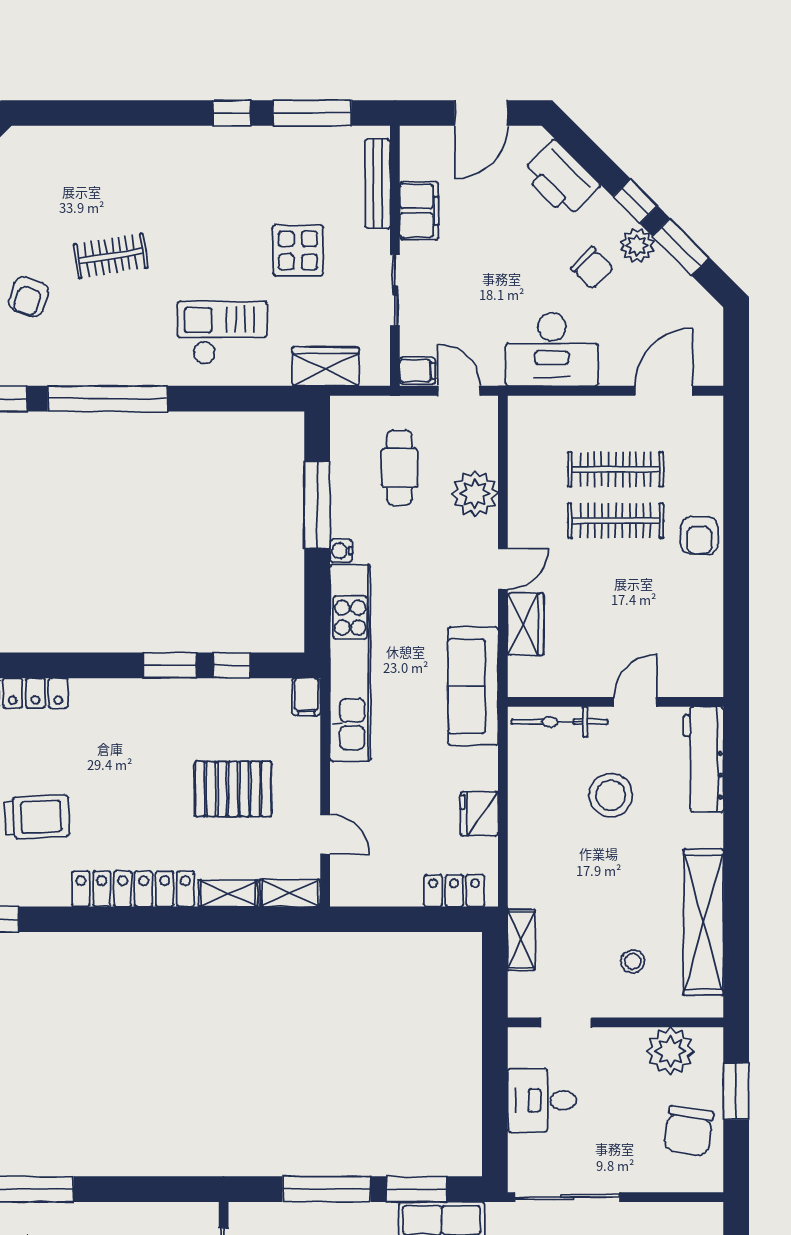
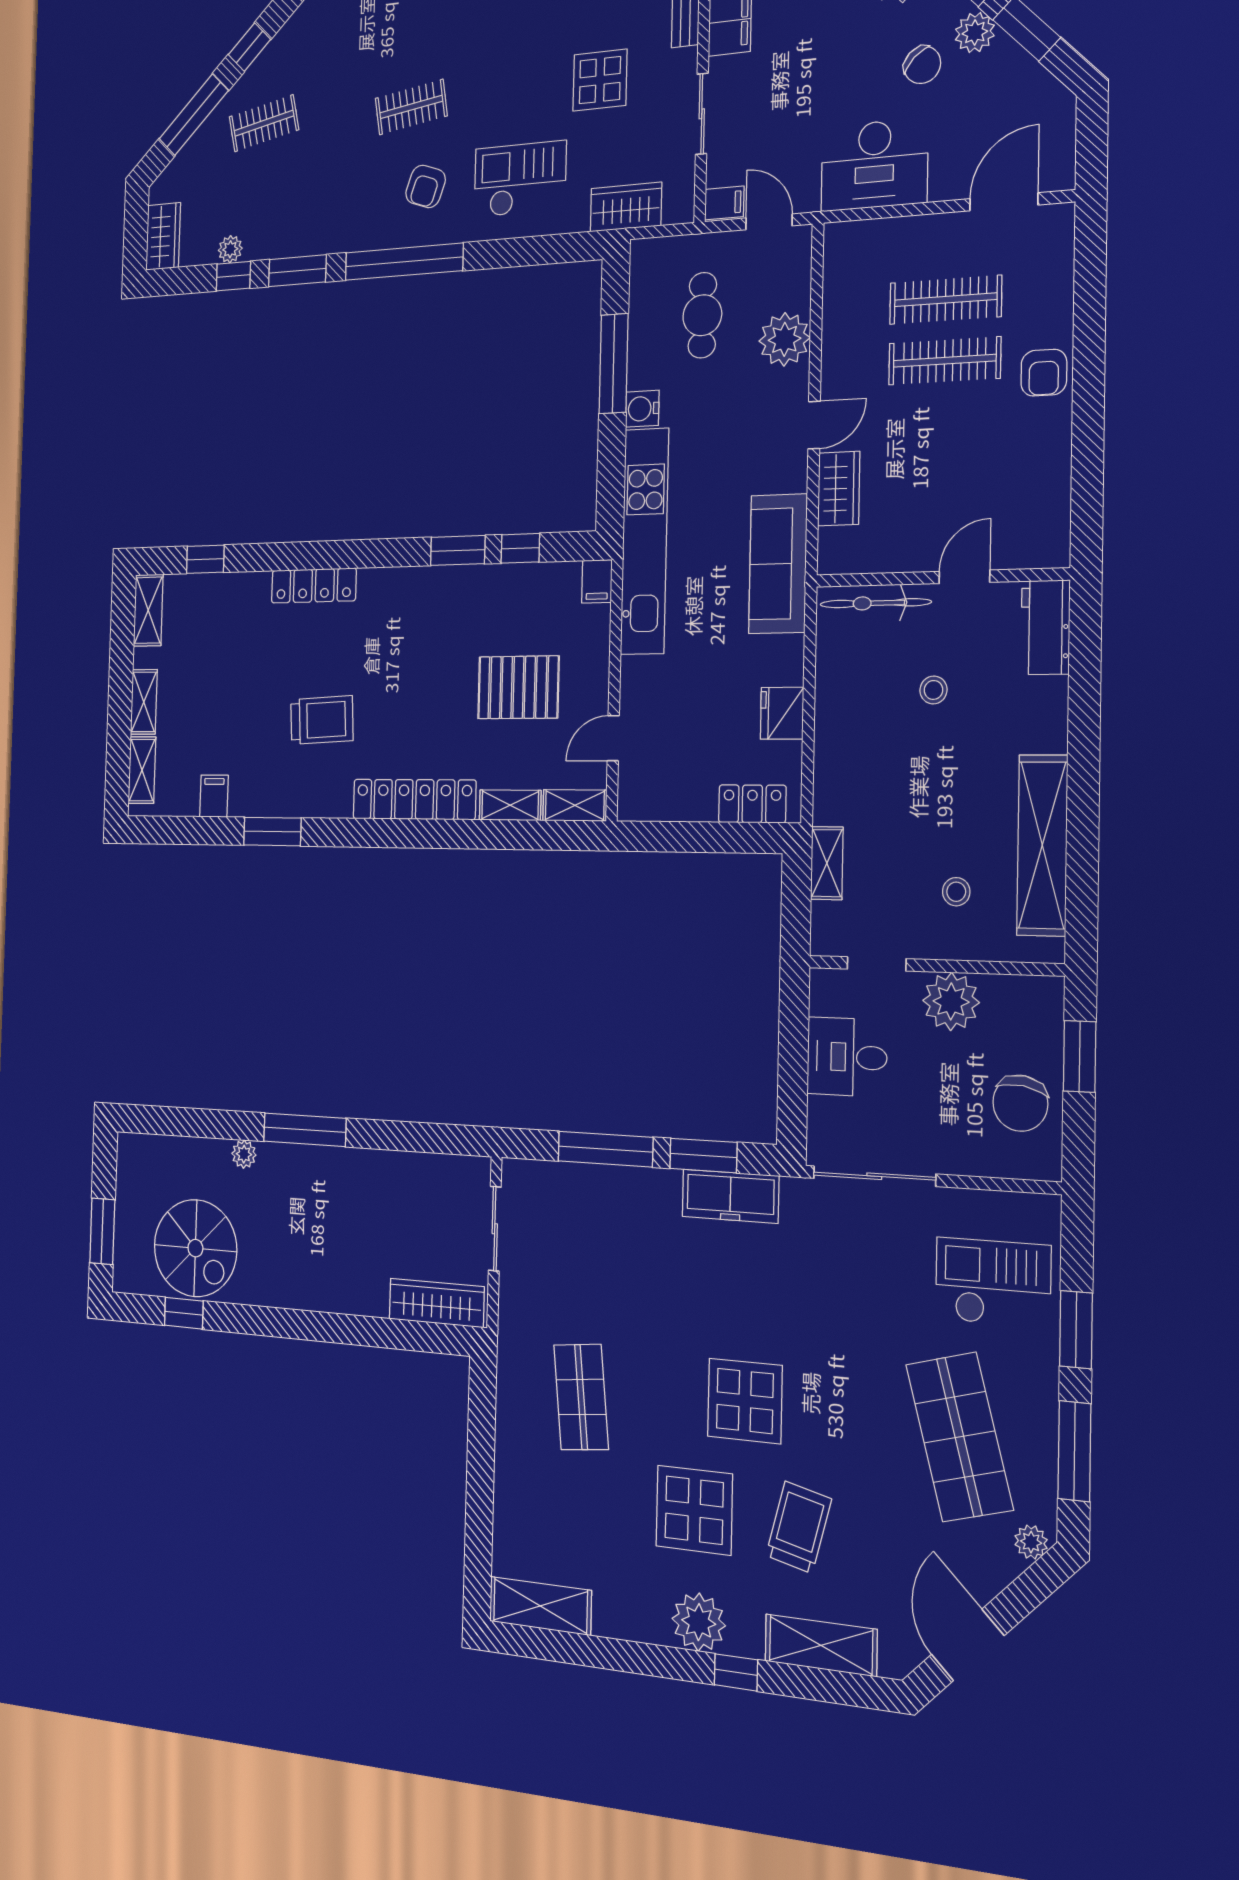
armchair: (29, 297) -> (426, 186), moved
water cooler: (341, 551) -> (642, 409), width x1.38, depth x1.38
workbench: (704, 759) -> (1045, 627), width x0.73
stool: (611, 795) -> (933, 690), width x0.53, depth x0.53
door: (325, 834) -> (613, 738), swing flipped
plant: (670, 1051) -> (951, 1001), moved

